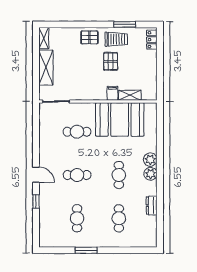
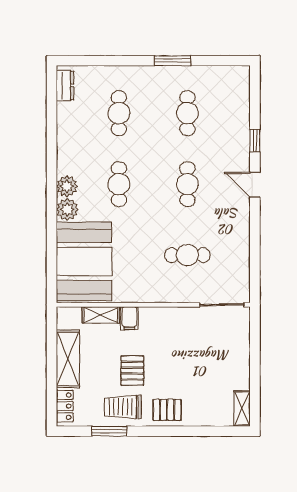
shelving: (46, 68) -> (68, 359), moved
booth: (120, 119) -> (84, 261), moved, turned 90
cafe table: (77, 175) -> (187, 184), turned 90
dresser: (152, 206) -> (65, 85), moved

